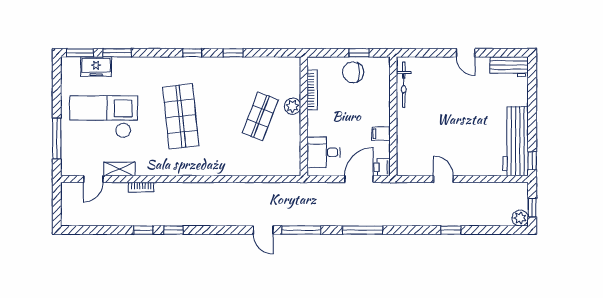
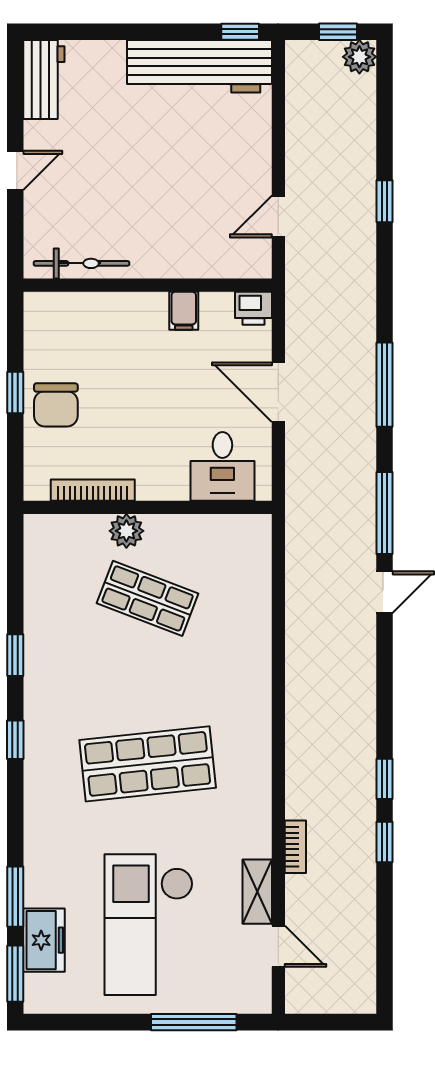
bicycle: (404, 85) -> (81, 263), moved
wall: (393, 116) -> (148, 285), moved
filing cabinet: (381, 134) -> (184, 311), moved
printer: (382, 167) -> (253, 308), moved

